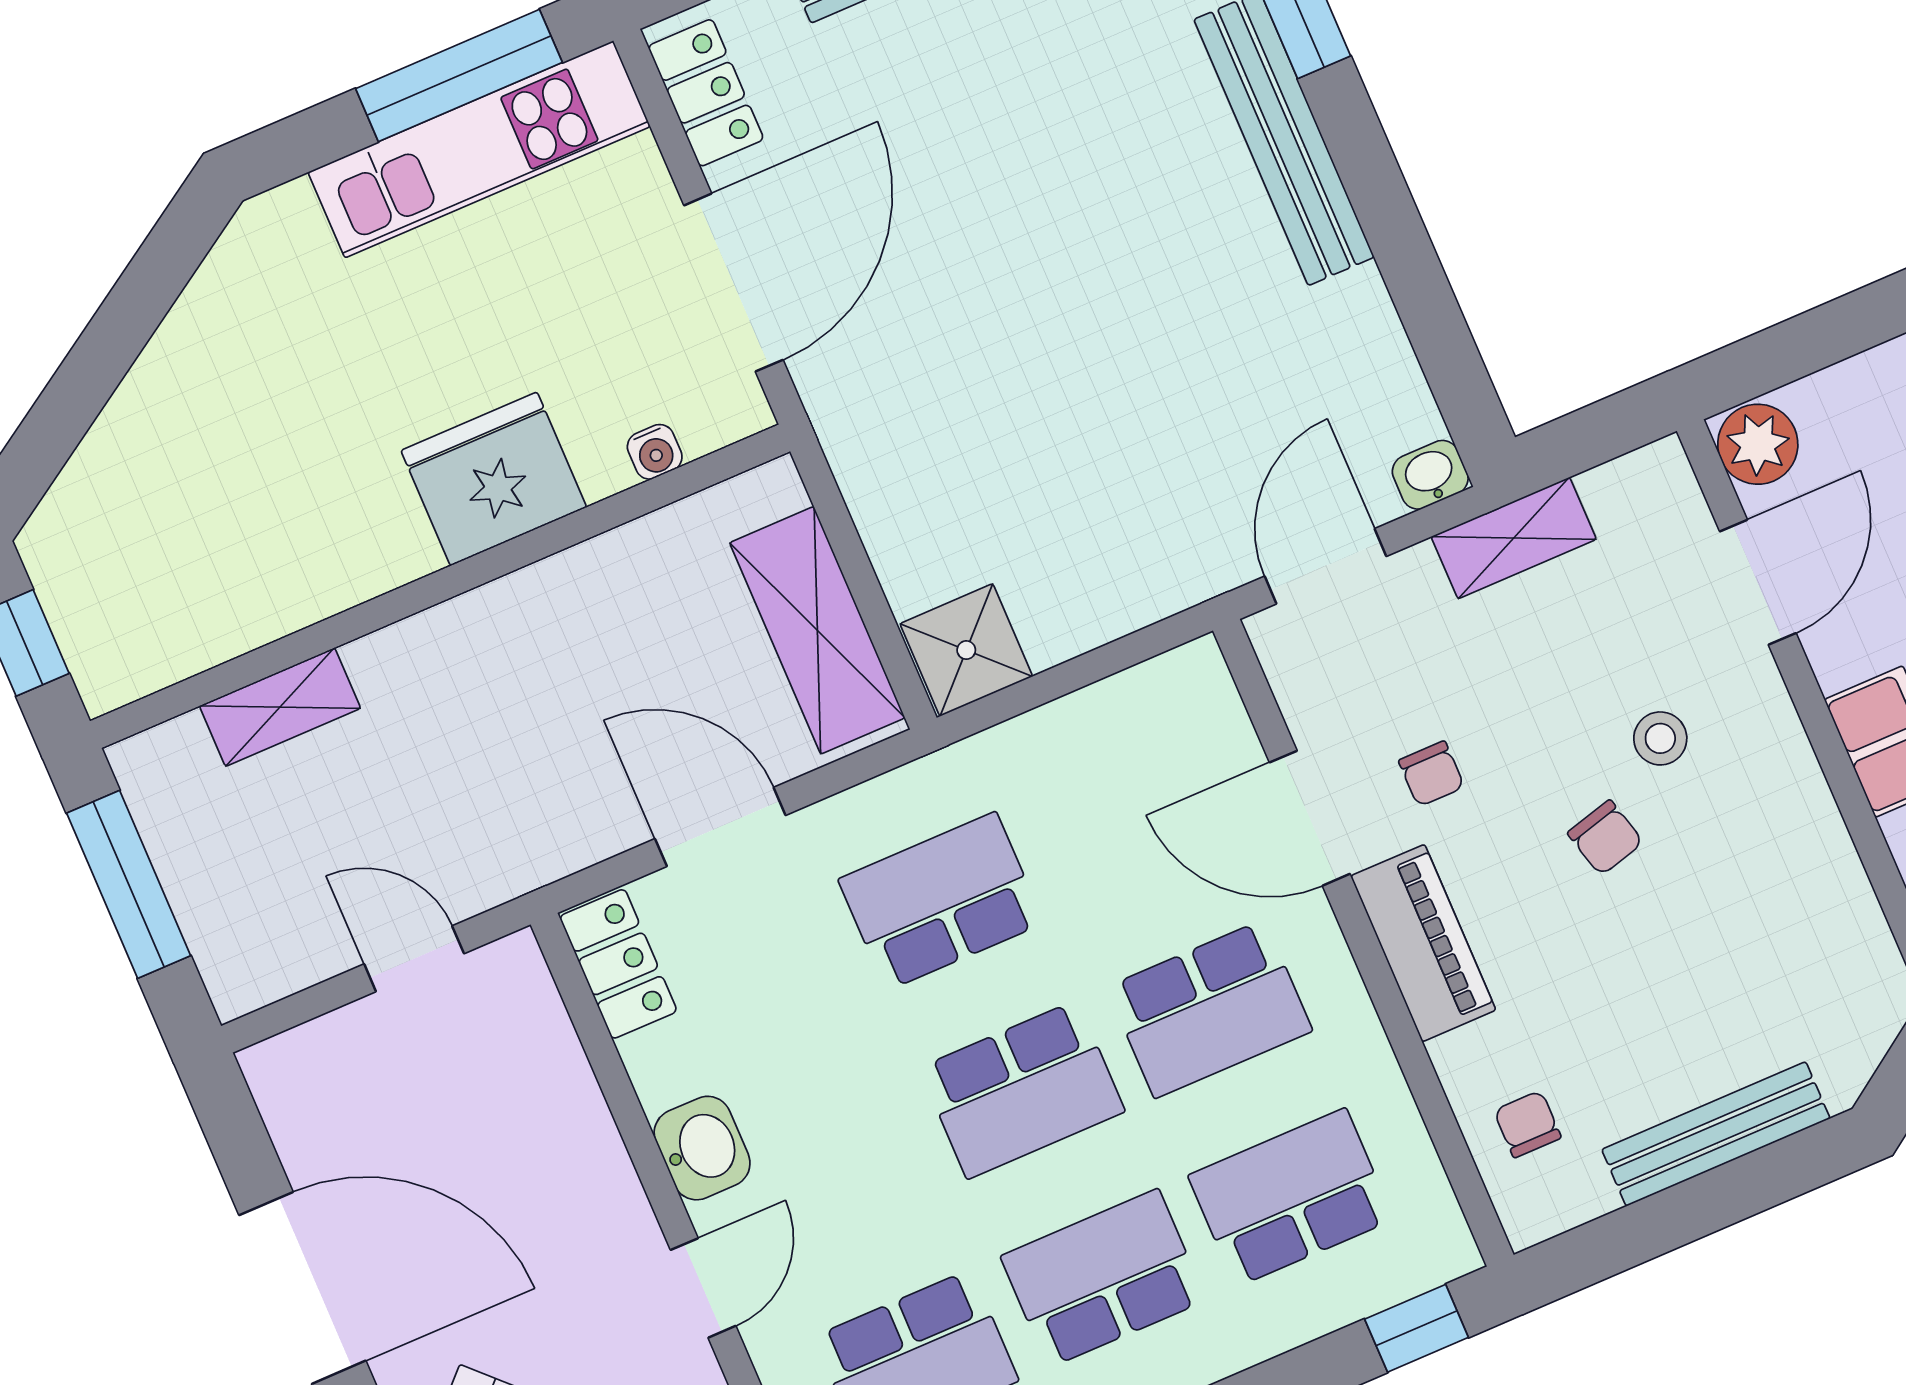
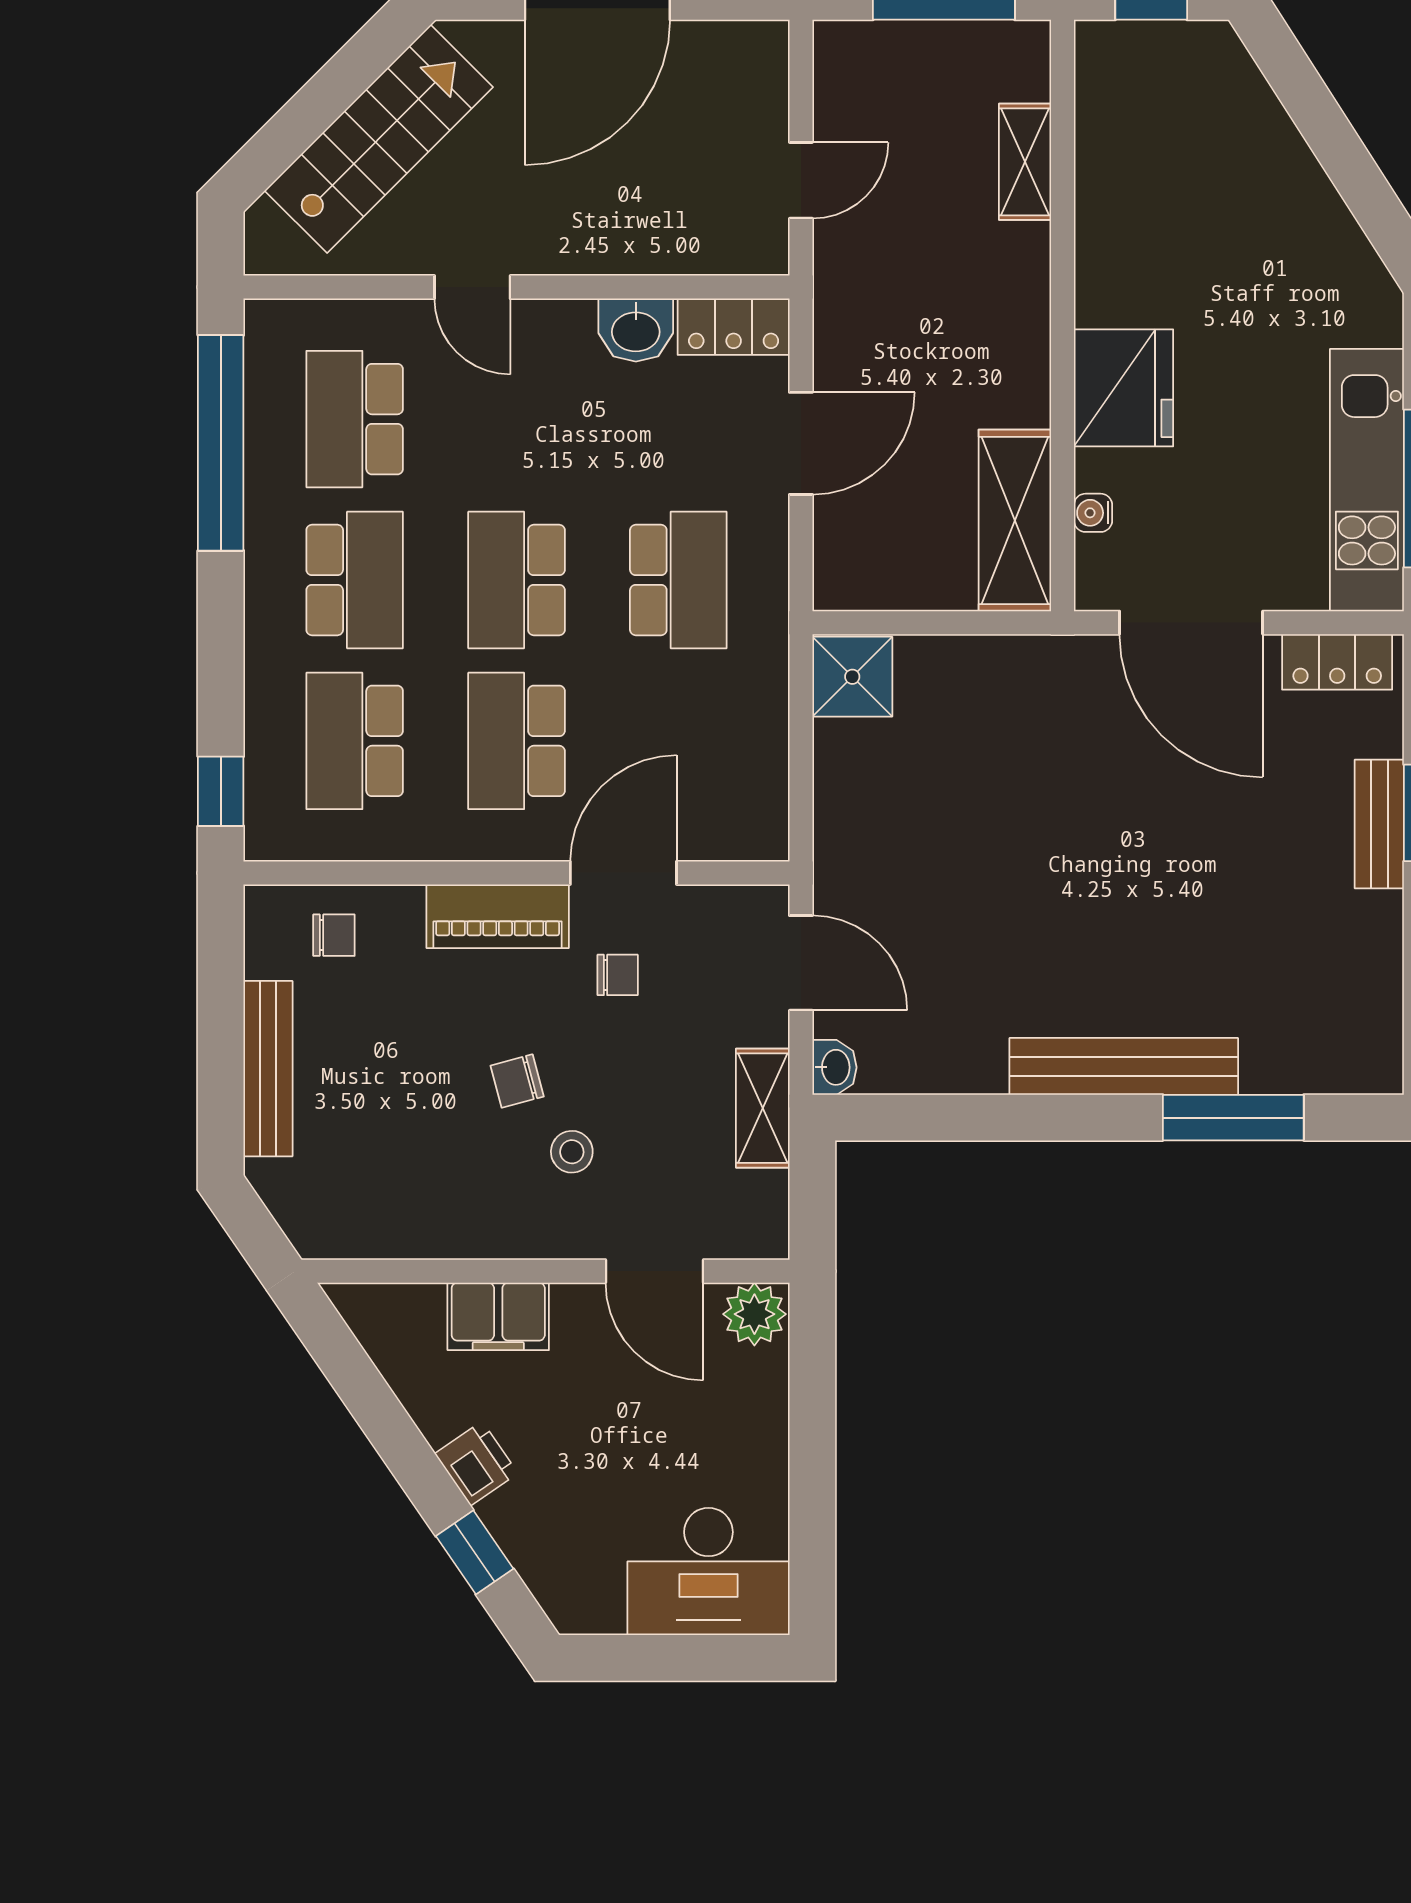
shelving: (817, 630) -> (1015, 520), moved, turned 90
chair: (1431, 774) -> (618, 975), turned 180
washbasin: (702, 1148) -> (636, 330), moved
school desk: (1291, 1197) -> (355, 741), turned 180

